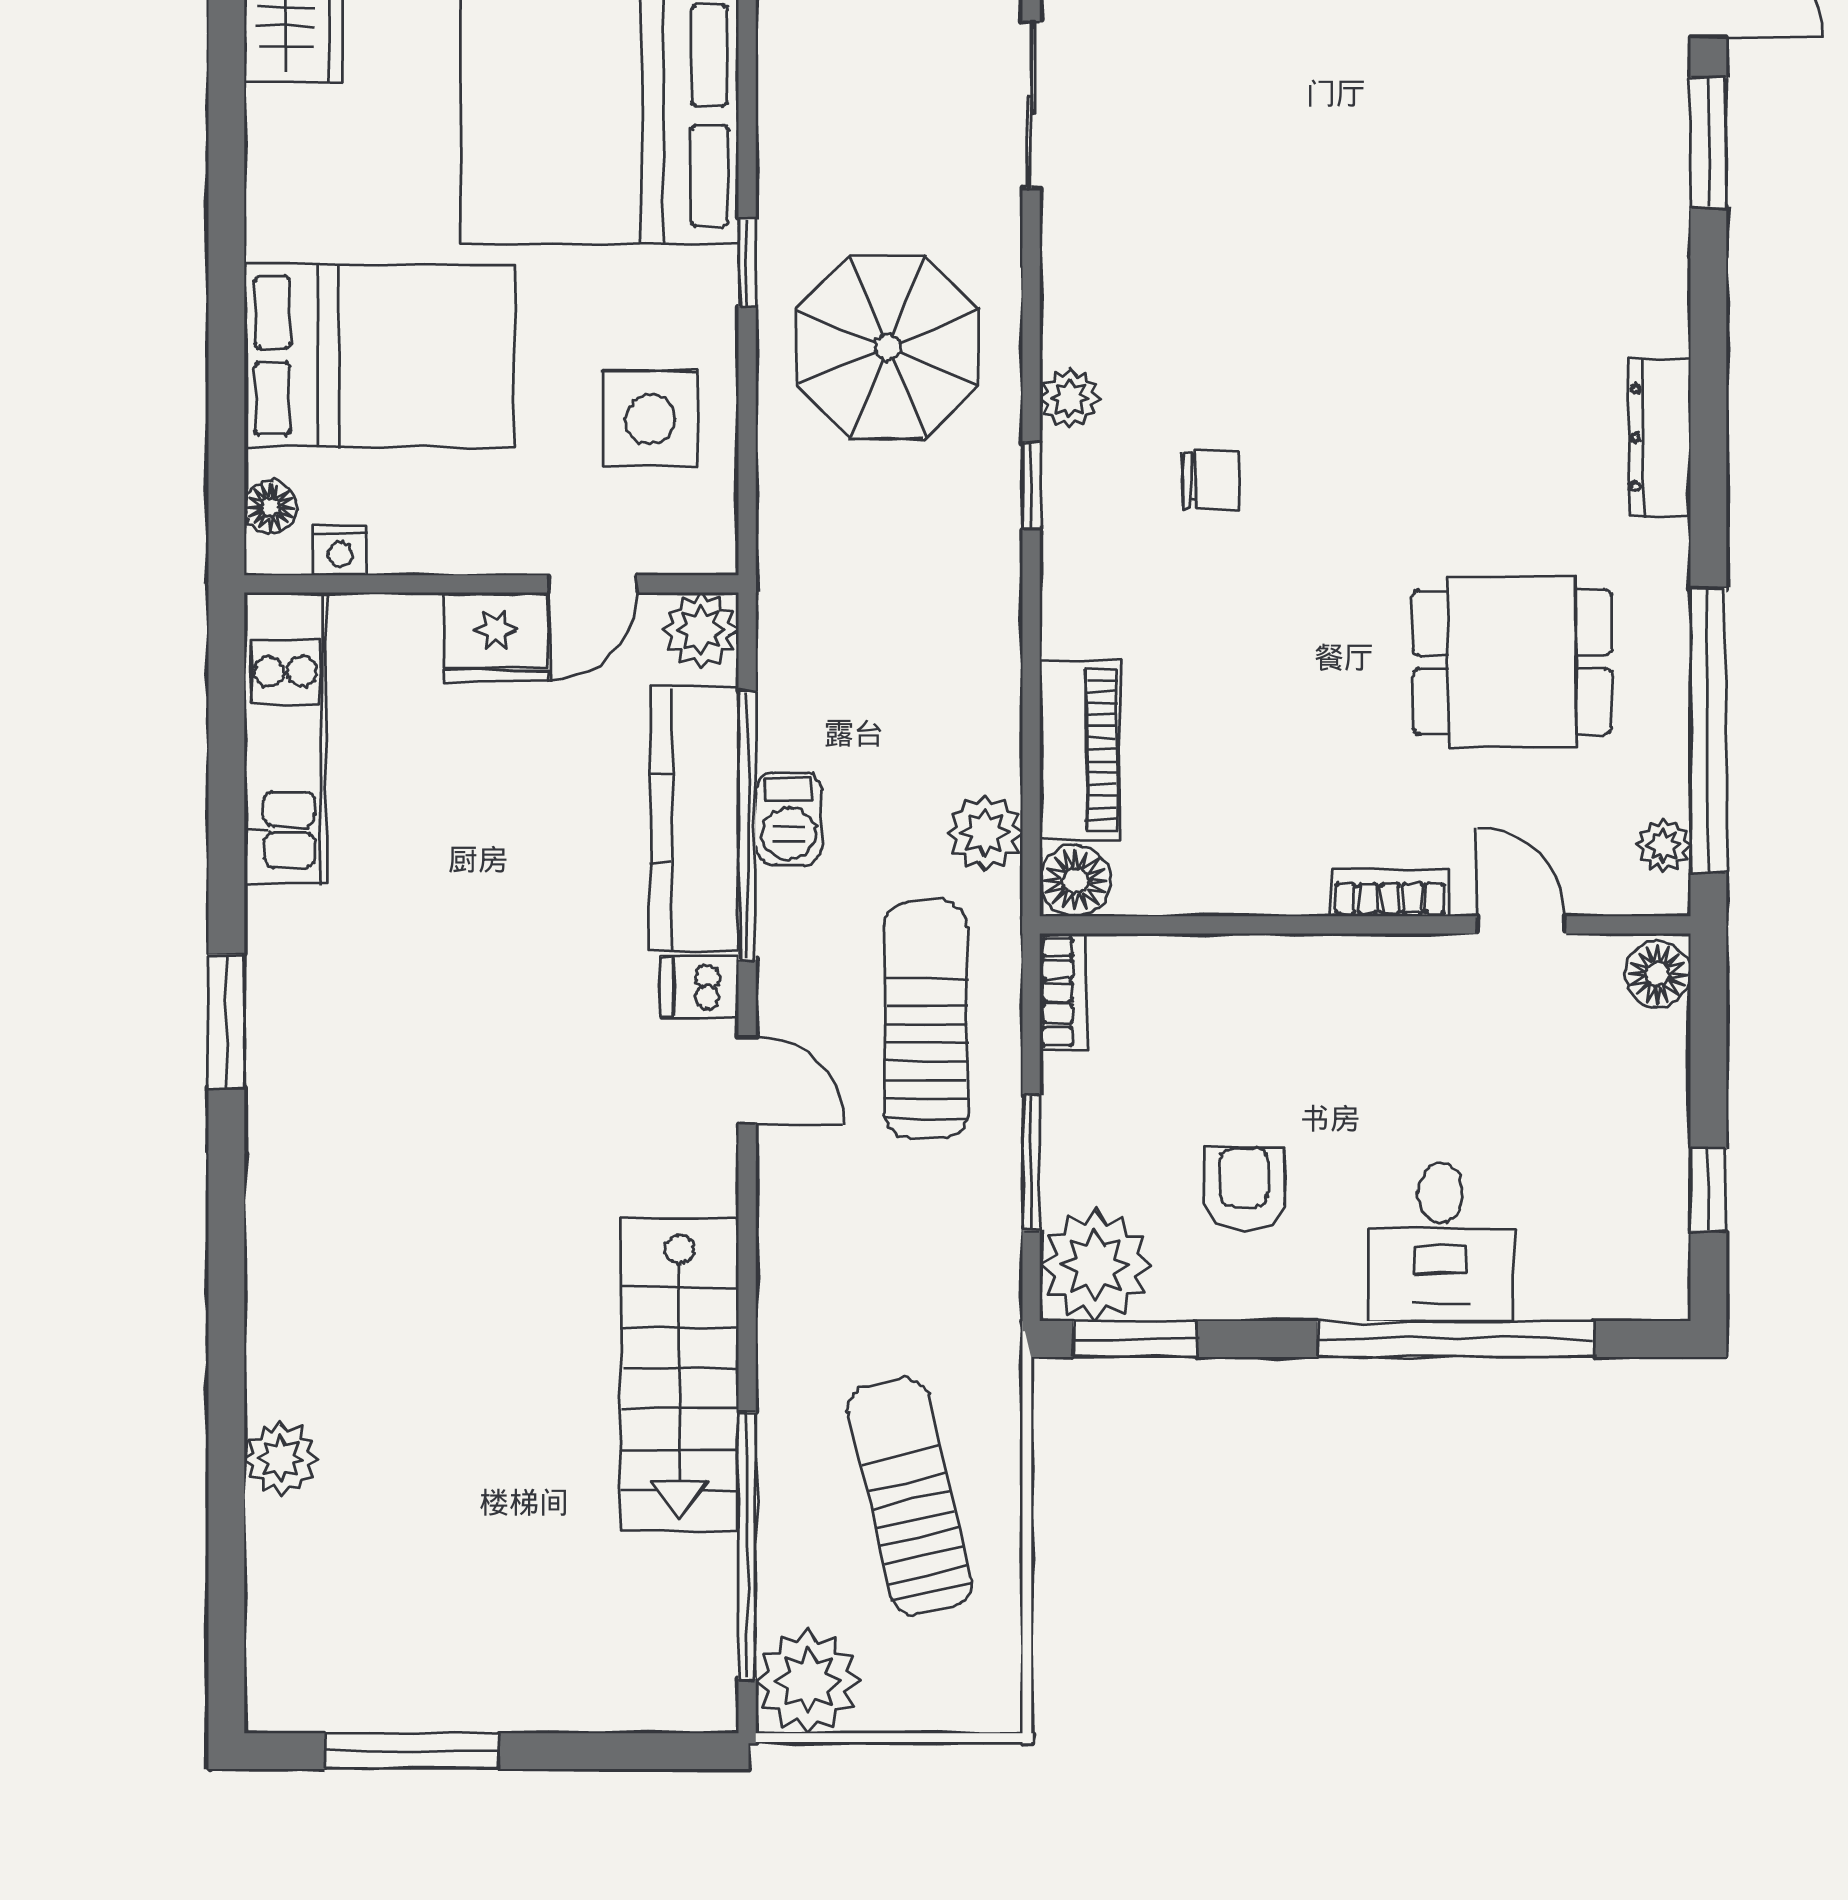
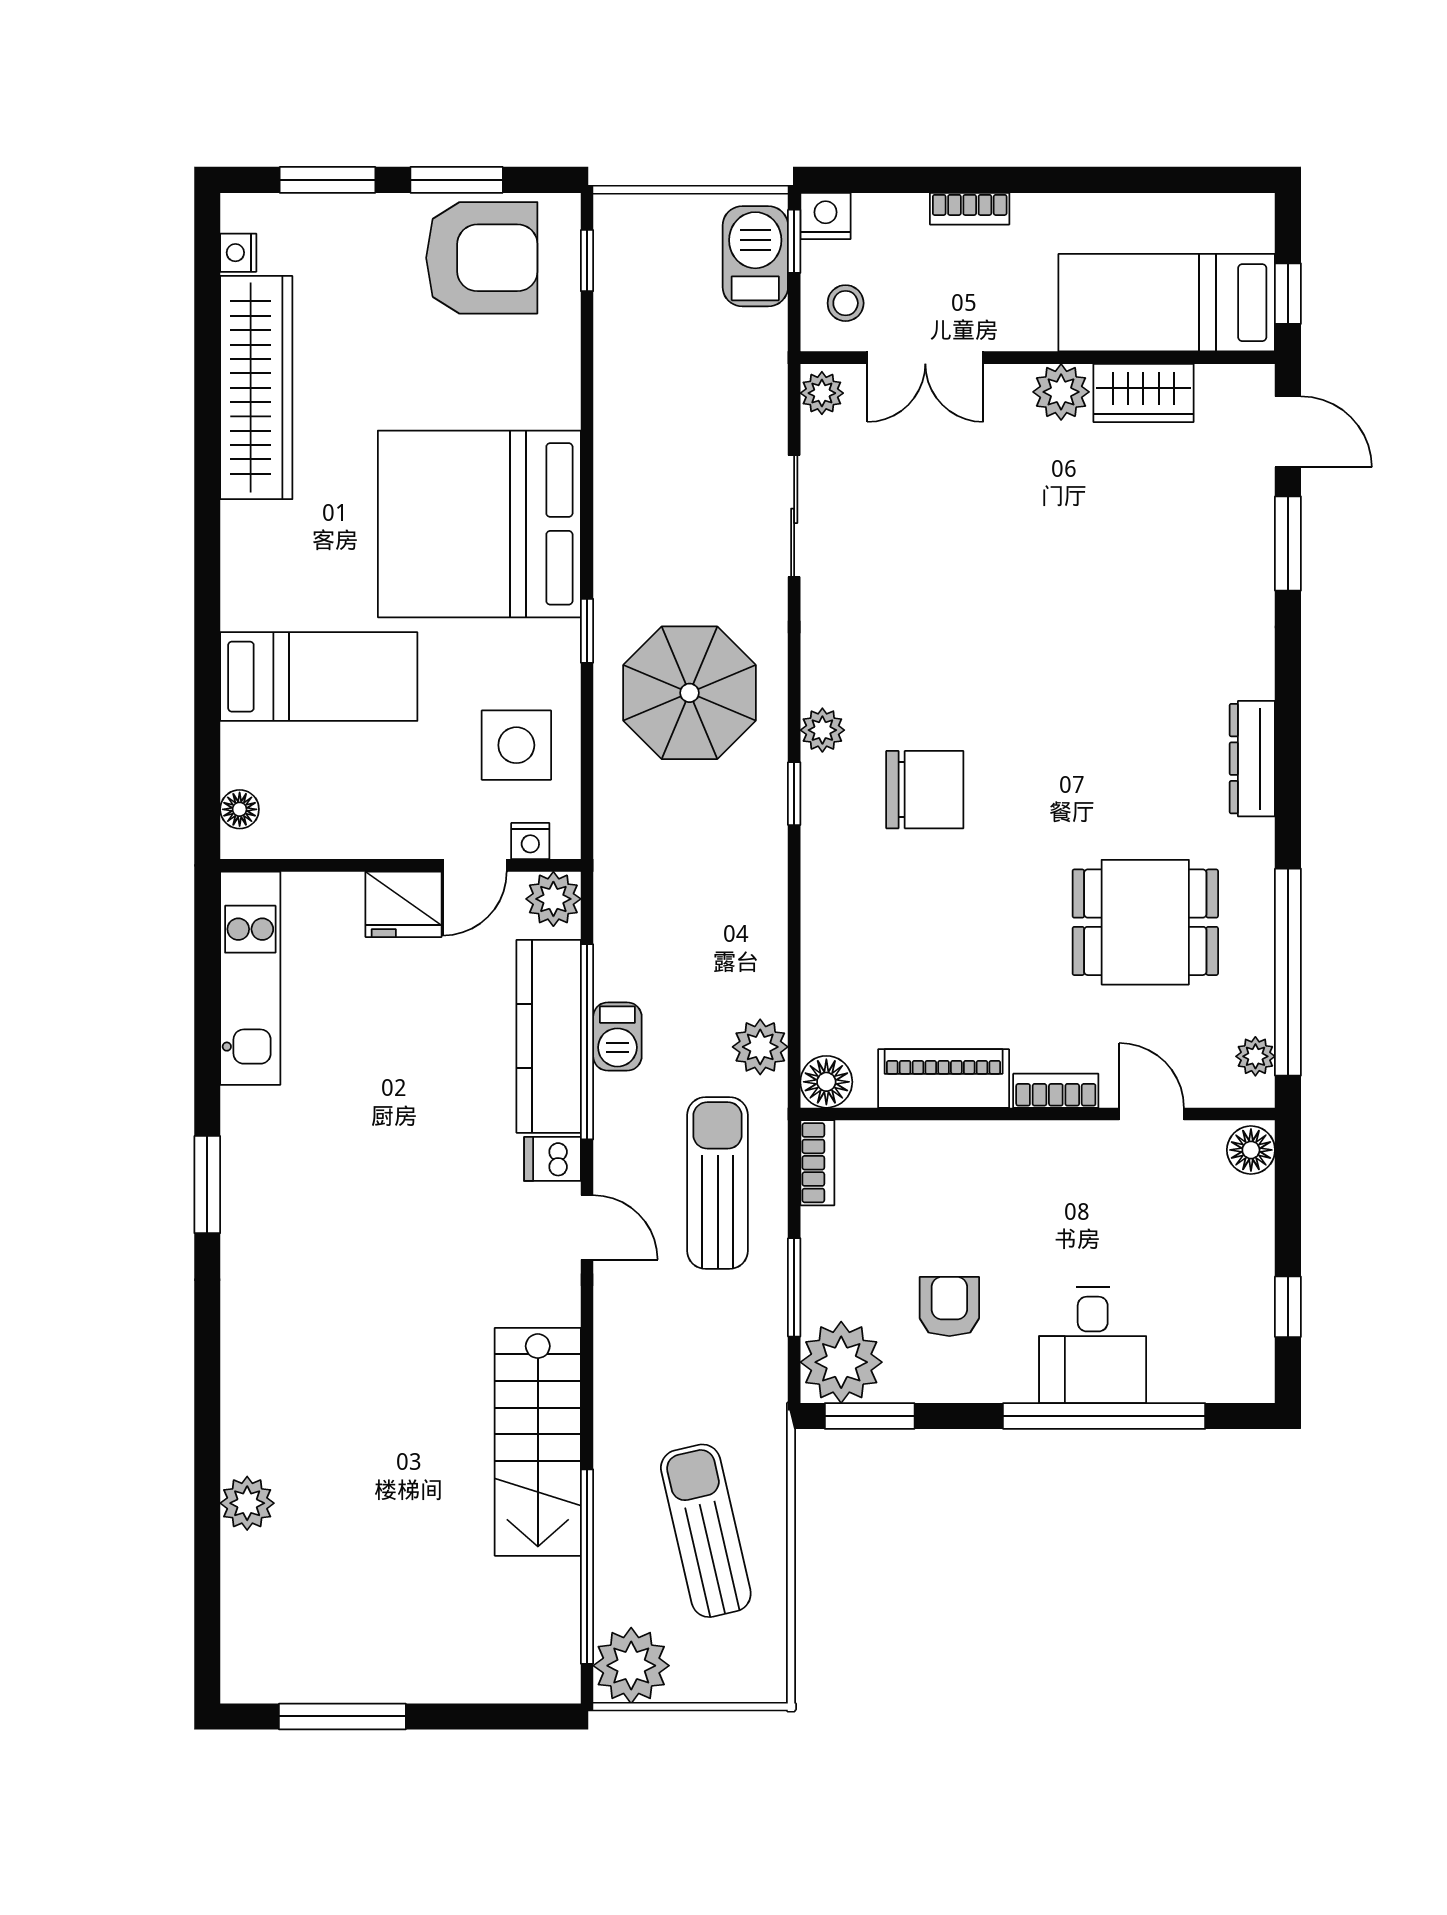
bed: (379, 355) -> (319, 677), width x0.67
chair: (1210, 480) -> (925, 790), width x1.87, depth x1.87
nightstand: (340, 550) -> (530, 841), moved
piano: (1080, 750) -> (944, 1078), moved, turned -90

